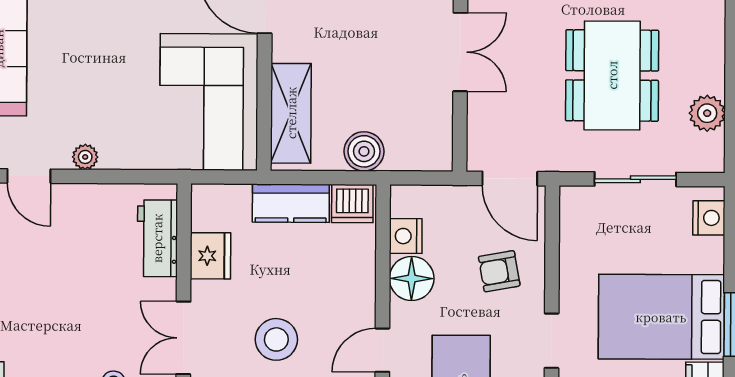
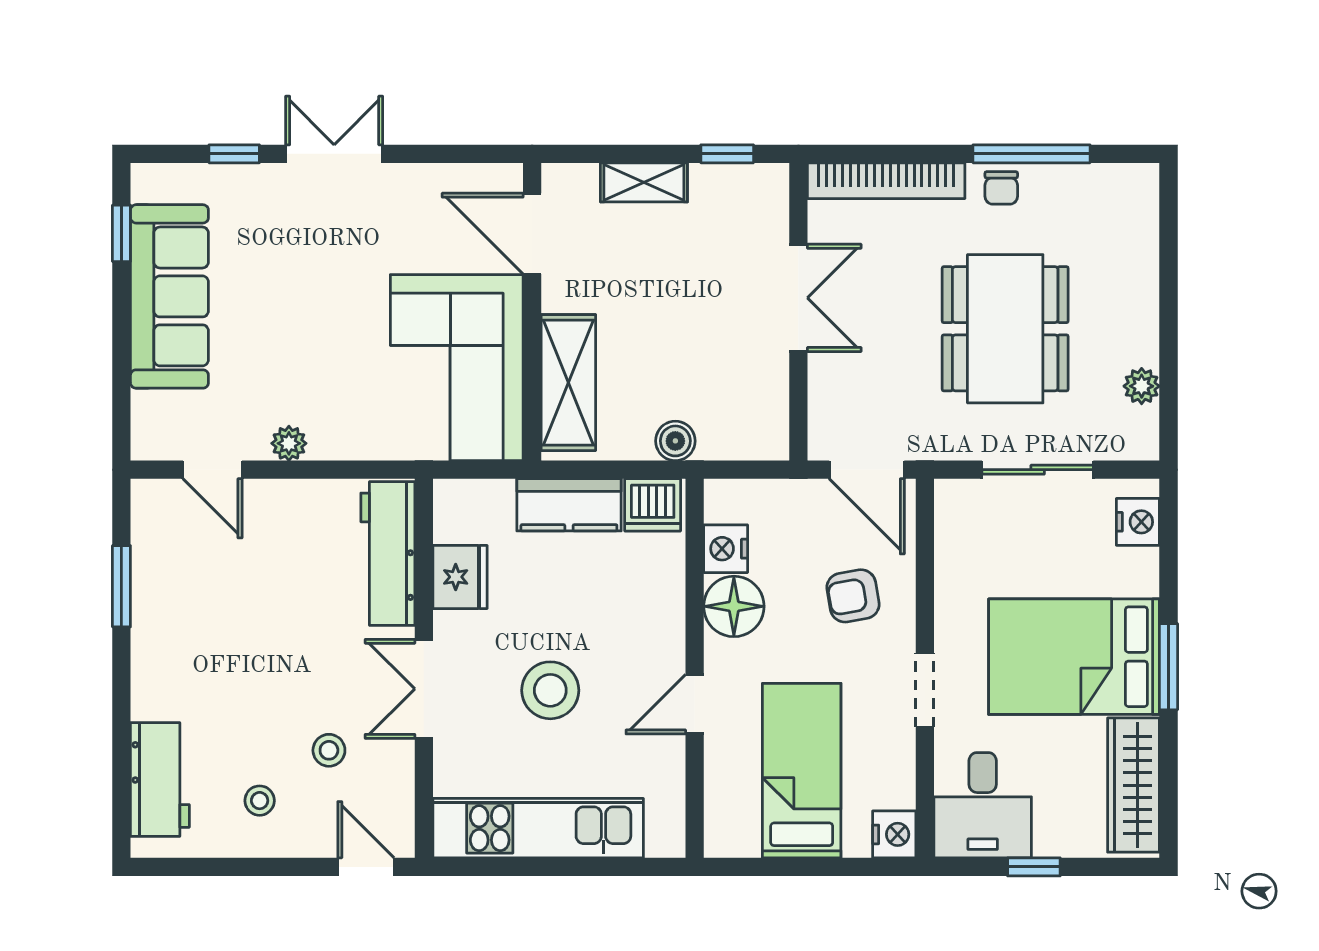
plant: (707, 113) -> (1142, 386), width x0.73, depth x0.73
boiler: (364, 151) -> (675, 441), width x0.73, depth x0.73
workbench: (157, 238) -> (388, 554), width x1.37

